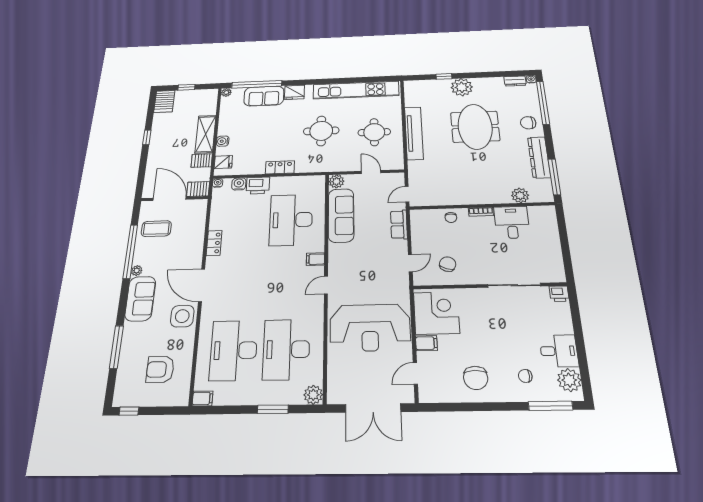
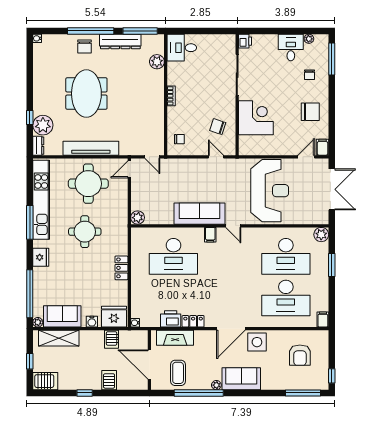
window: (332, 81) -> (30, 222), added
dresser: (515, 81) -> (38, 146), moved
plant: (462, 87) -> (43, 125), moved
sofa: (264, 96) -> (62, 316), moved, turned -90
window: (543, 103) -> (91, 31), moved
meeting table: (475, 127) -> (86, 94), turned 90
round table: (374, 132) -> (88, 184), width x1.36, depth x1.36
shelving: (206, 134) -> (59, 338), moved
fridge: (223, 162) -> (114, 317), width x1.88, depth x1.34
door: (371, 172) -> (129, 169), moved
water cooler: (239, 184) -> (137, 304), removed
printer: (258, 186) -> (171, 319), moved, turned -90
server rack: (198, 189) -> (109, 380), moved, turned 180
door: (170, 199) -> (149, 364), hinge flipped
sofa: (341, 215) -> (199, 214), moved
chair: (451, 217) -> (179, 139), moved
desk: (512, 222) -> (182, 48), moved
fireplace: (197, 224) -> (175, 338), added
row of seats: (399, 224) -> (181, 165), removed
corner desk: (436, 313) -> (256, 118), moved, turned 90
filing cabinet: (426, 343) -> (322, 147), moved
window: (116, 347) -> (303, 393), moved
door: (415, 373) -> (306, 157), swing flipped
plant: (569, 380) -> (309, 39), width x0.53, depth x0.53

